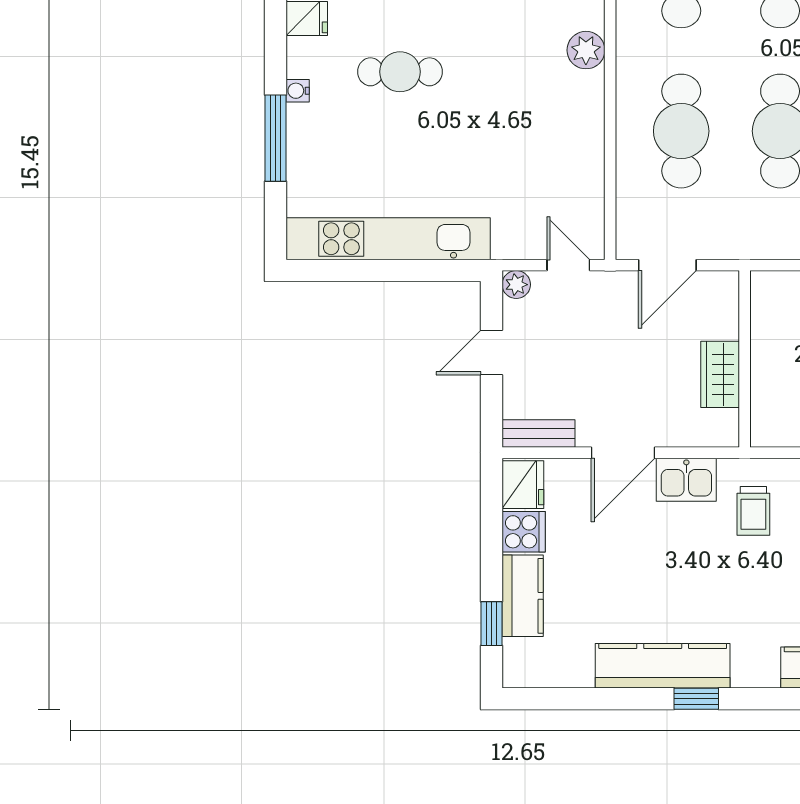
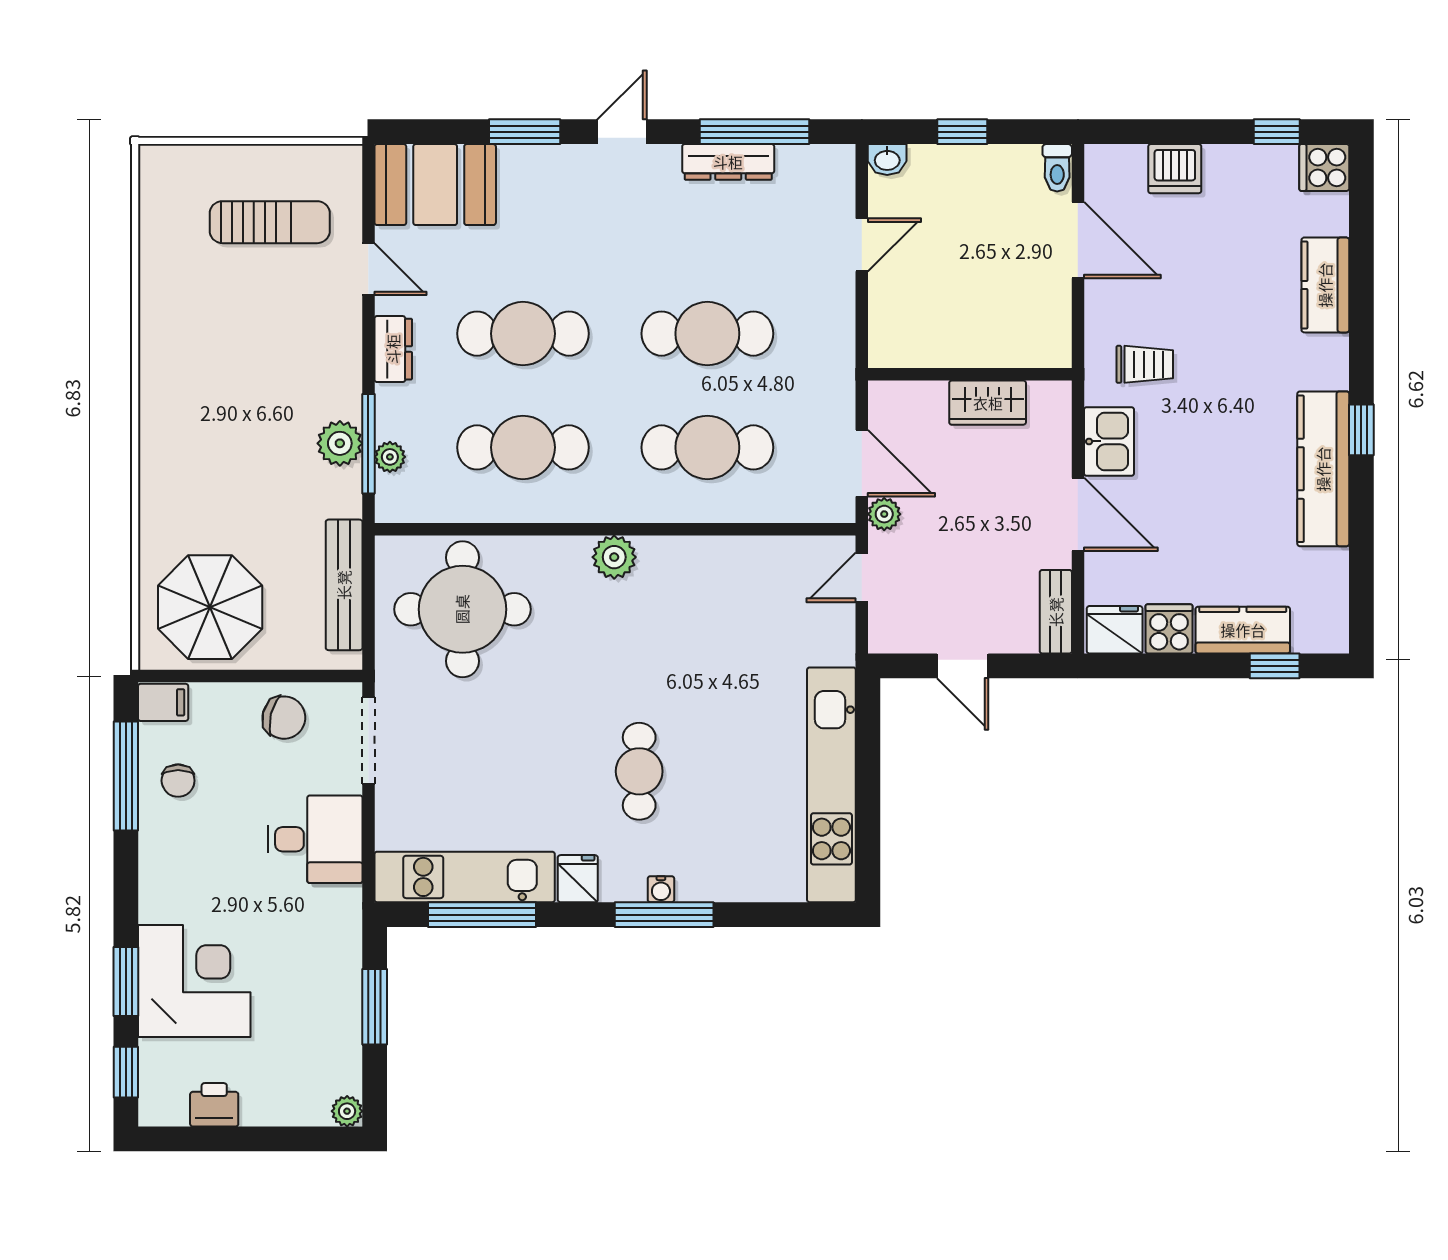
window: (276, 138) -> (664, 915), moved
plant: (516, 285) -> (884, 514), moved

